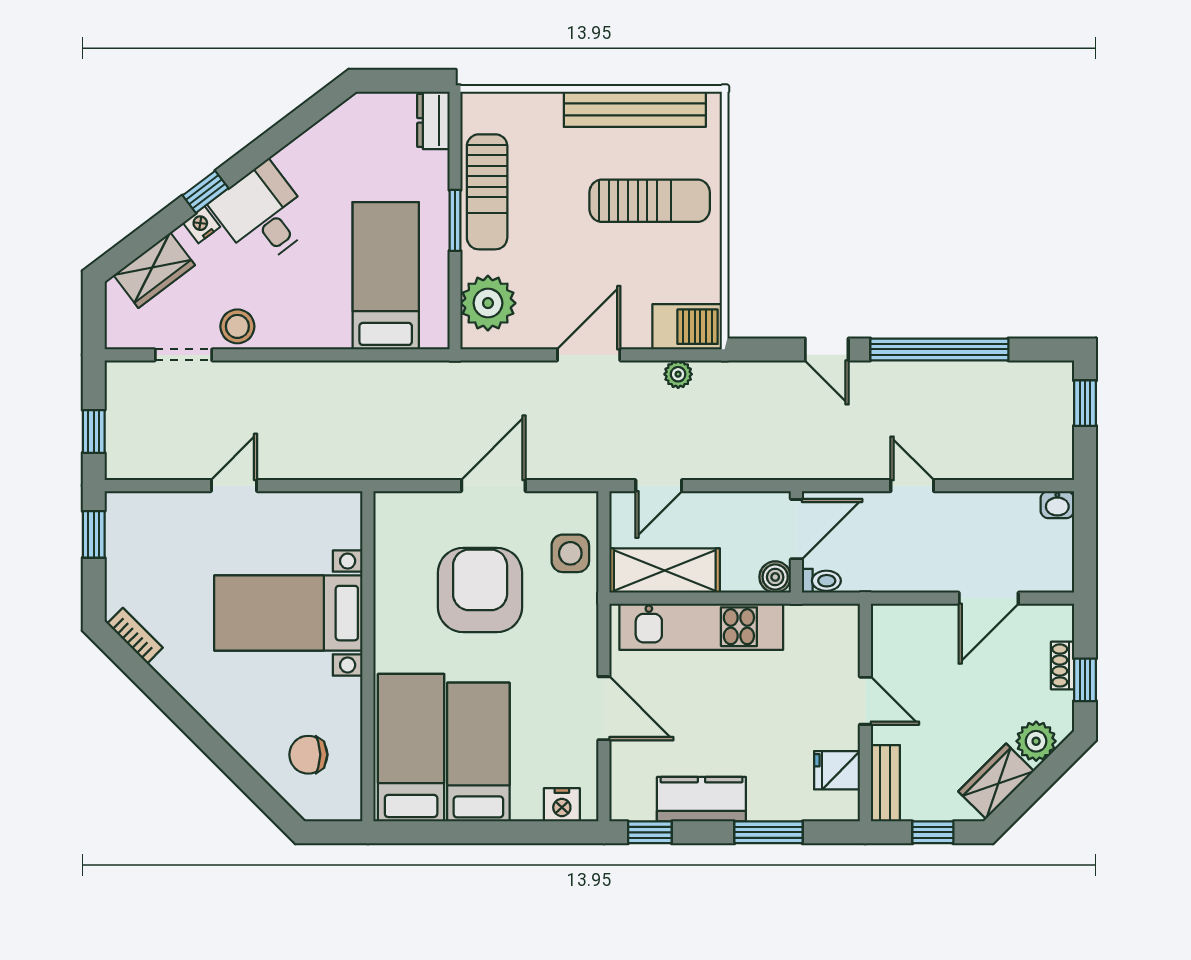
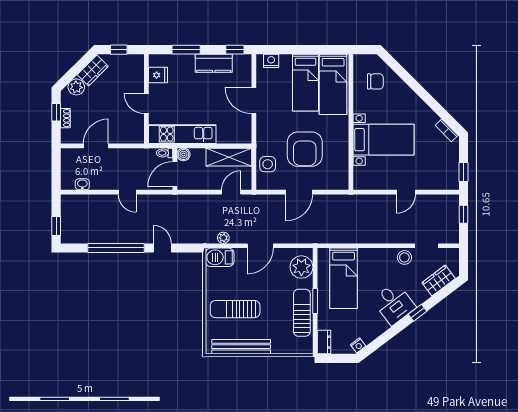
nightstand: (202, 225) -> (358, 345), moved
washbasin: (1057, 505) -> (82, 184), moved
kitchen unit: (701, 627) -> (182, 134), moved
bench: (885, 783) -> (138, 70), removed

